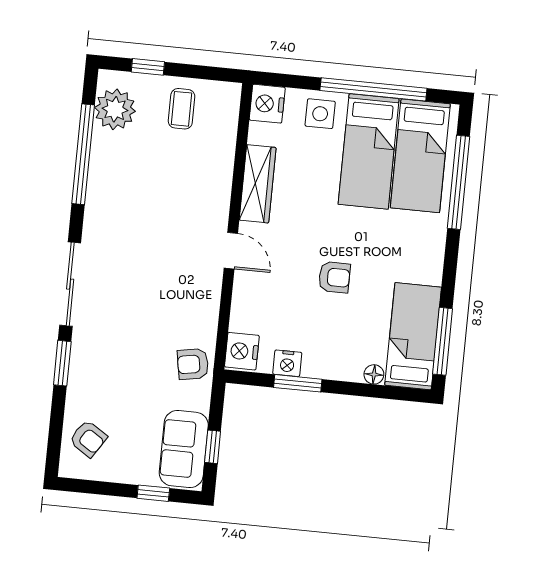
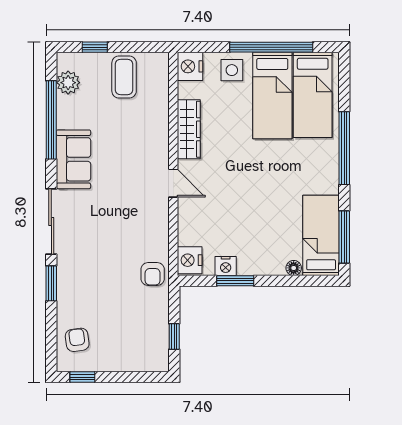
plant: (115, 109) -> (68, 83), width x0.73, depth x0.73
coffee table: (182, 109) -> (124, 77), width x1.36, depth x1.30
window: (458, 182) -> (344, 148), moved
armchair: (334, 277) -> (255, 196), removed
armchair: (193, 364) -> (153, 274), turned -80
armchair: (88, 439) -> (77, 340), turned -131
sofa: (184, 449) -> (73, 159), moved, turned 180
window: (153, 493) -> (82, 377), moved

